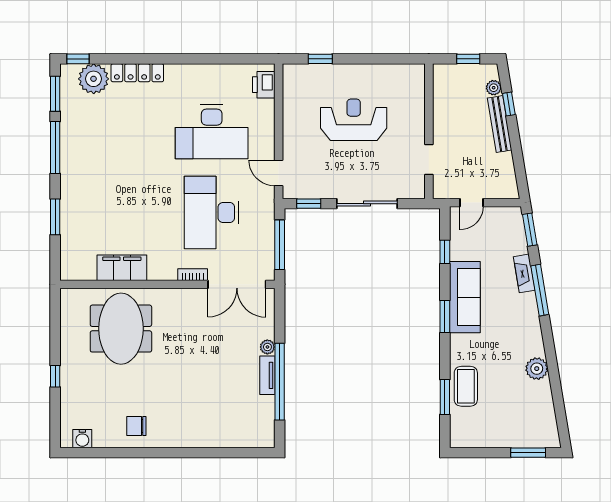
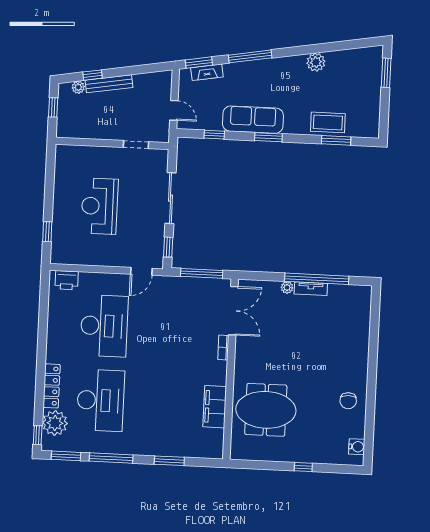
desk: (212, 213) -> (101, 400), moved, turned -90
fireplace: (524, 273) -> (207, 72), moved

